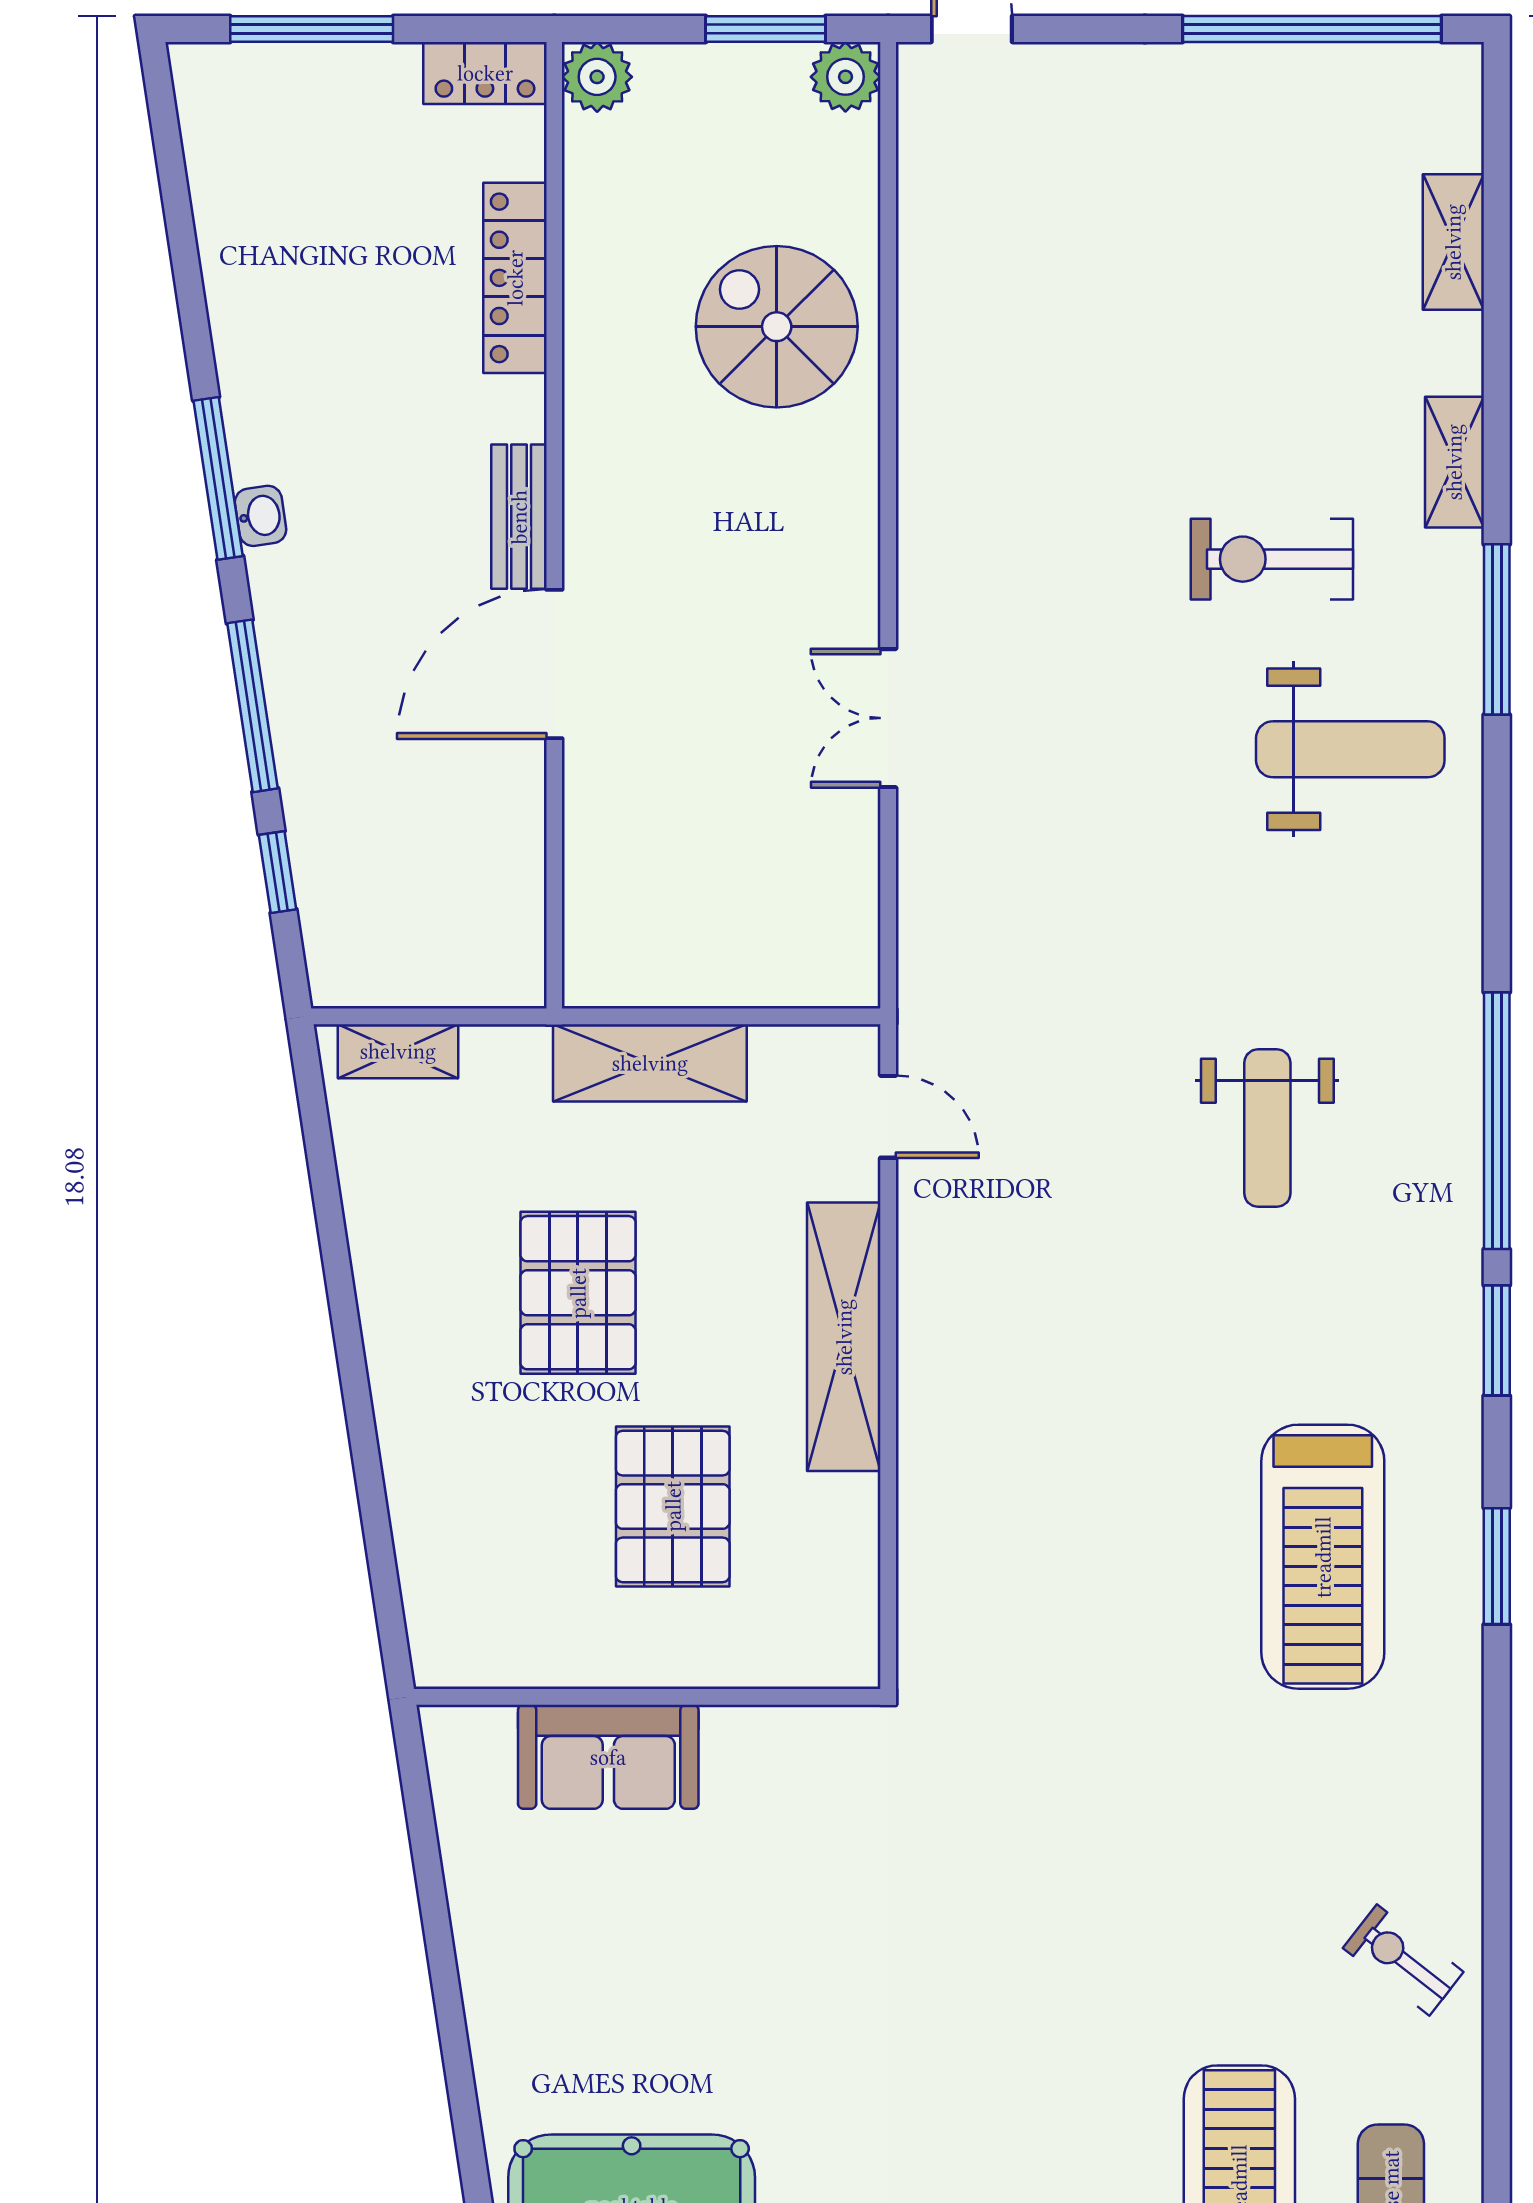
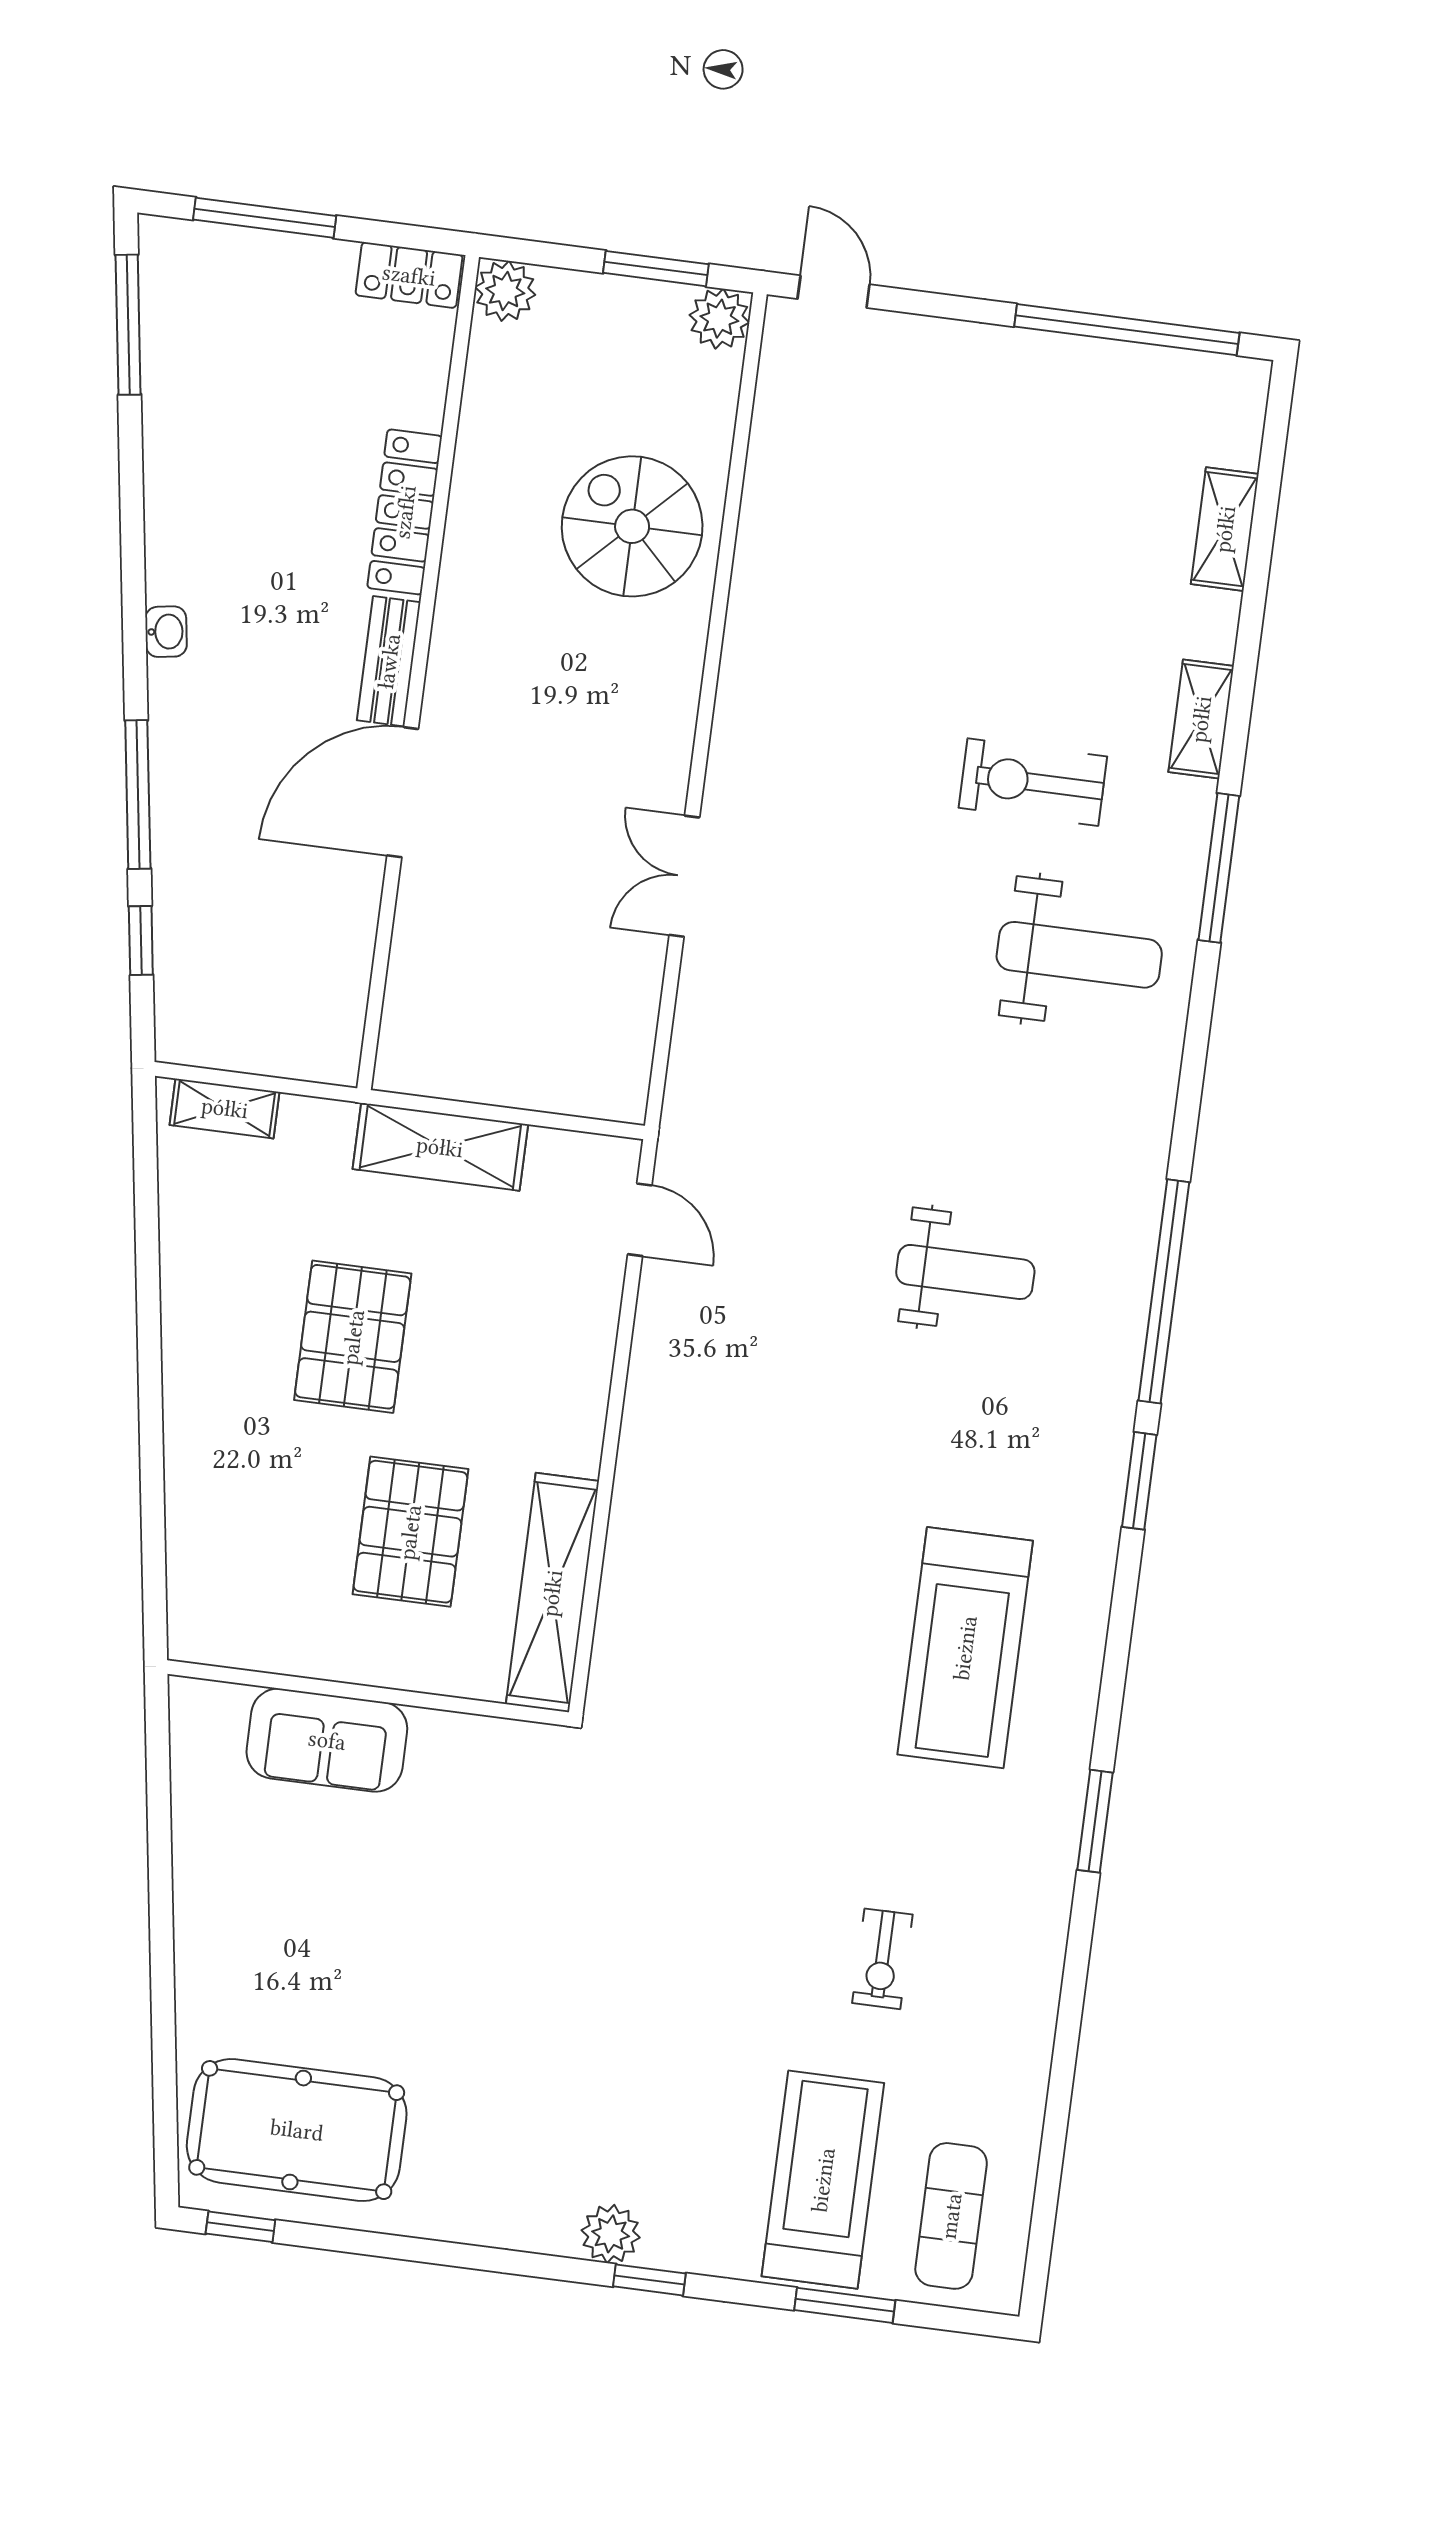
locker: (515, 278) -> (405, 512), moved
window: (218, 478) -> (128, 325), moved
weight bench: (1267, 1128) -> (965, 1272), turned -90
shelving: (844, 1337) -> (552, 1593), moved
window: (1497, 1566) -> (1095, 1821), moved
exercise bike: (1403, 1960) -> (882, 1959), moved, turned -128

